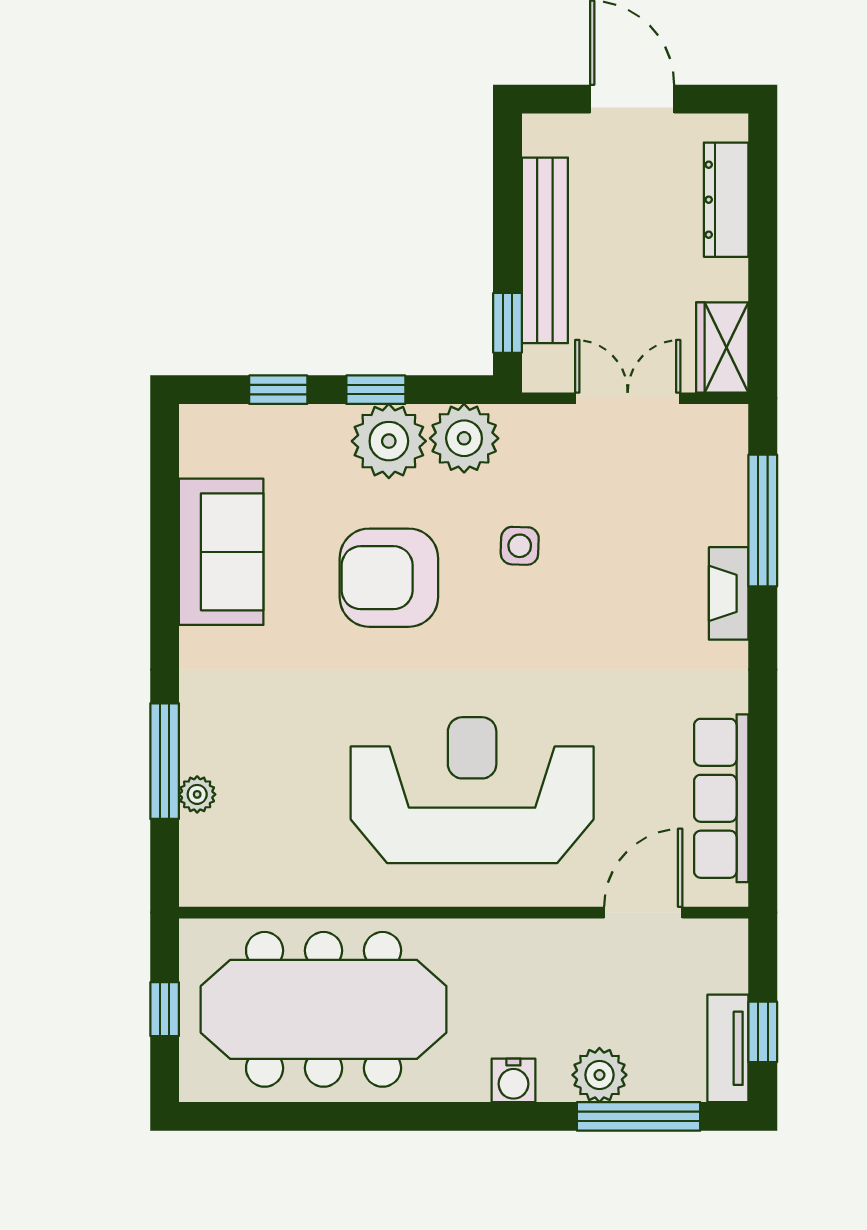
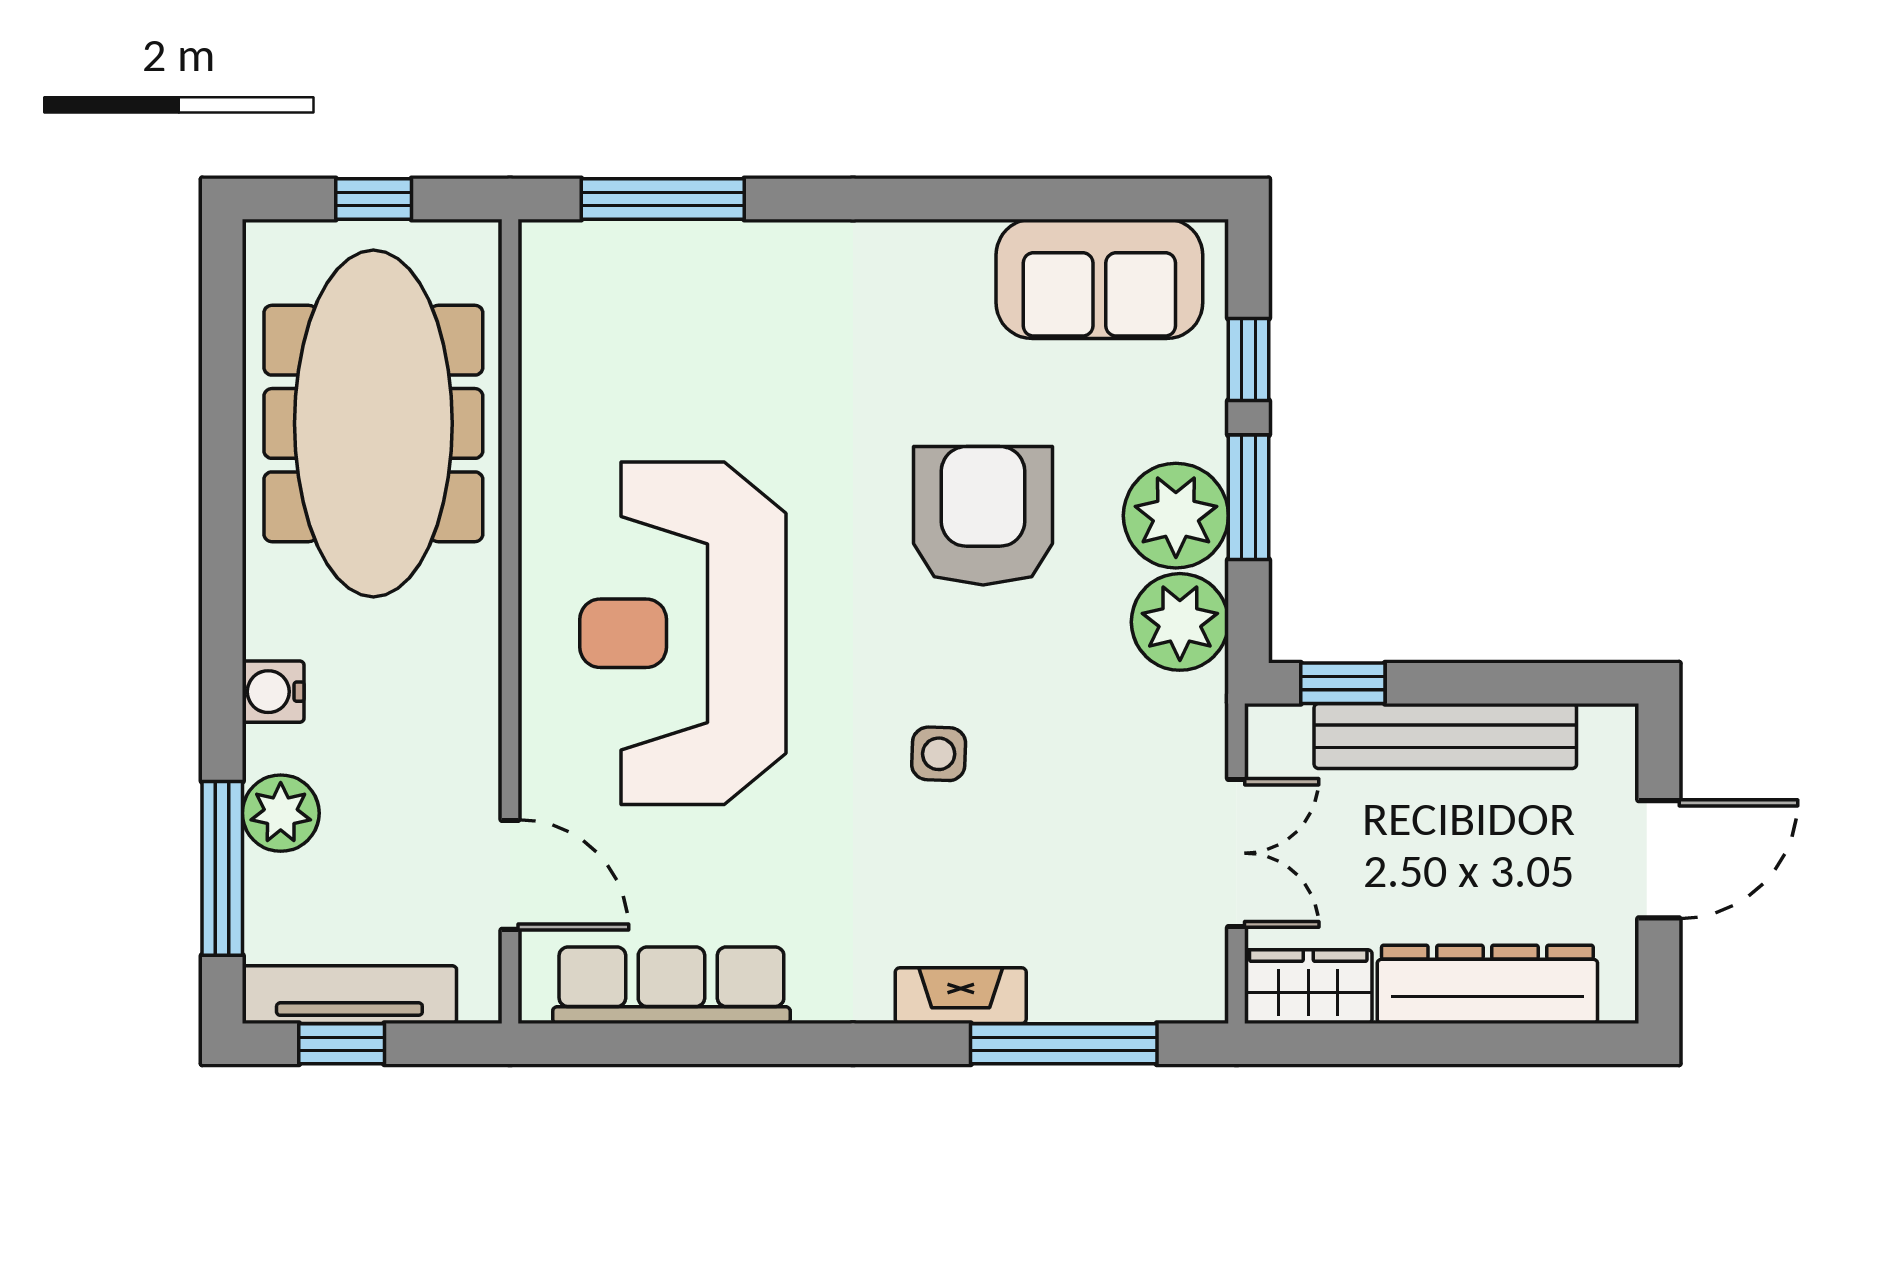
dresser: (726, 200) -> (1487, 984), width x1.37, depth x1.24
window: (376, 390) -> (1249, 497), width x1.50
side table: (520, 546) -> (939, 754), moved
sofa: (221, 552) -> (1099, 279), moved
window: (165, 761) -> (663, 199), moved
reception desk: (472, 790) -> (683, 633), turned 180
plant: (197, 794) -> (677, 245), removed
tv unit: (728, 1048) -> (349, 995), width x1.41

